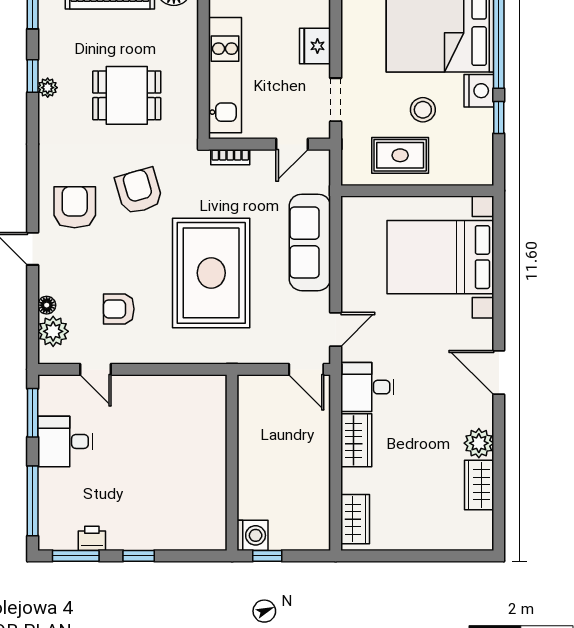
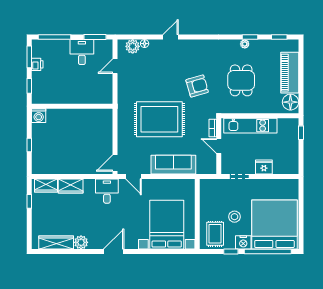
door: (292, 144) -> (219, 146), moved
rug: (400, 155) -> (215, 234), moved
armchair: (75, 207) -> (190, 56), removed
armchair: (119, 309) -> (143, 77), removed
wardrobe: (356, 440) -> (71, 186), moved
wall: (232, 463) -> (72, 106), moved
wardrobe: (479, 485) -> (56, 243), width x1.50
washing machine: (252, 535) -> (39, 116), moved
window: (390, 556) -> (29, 201), added

